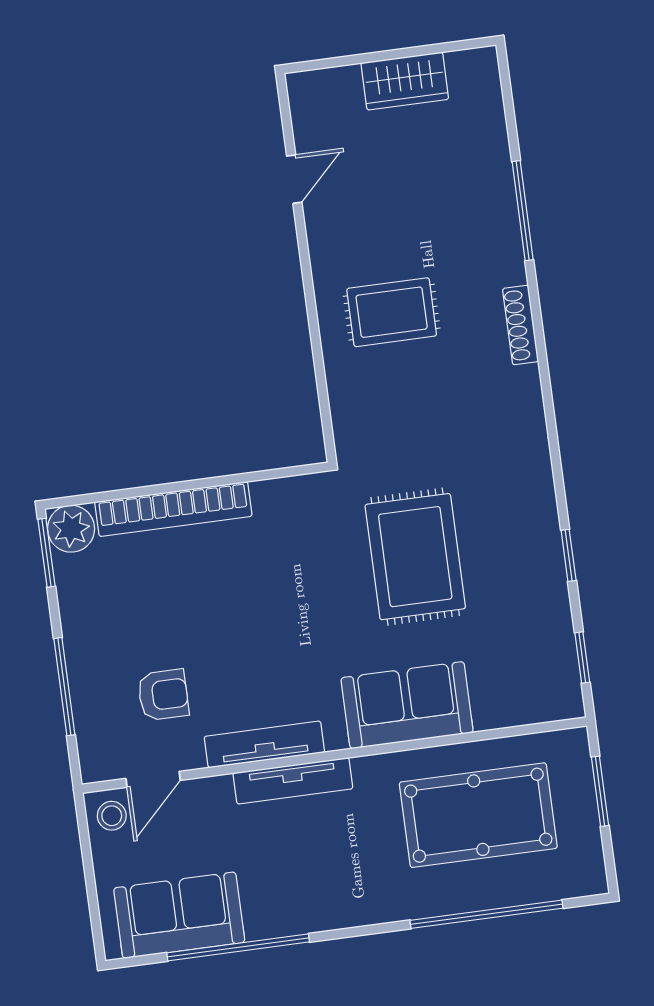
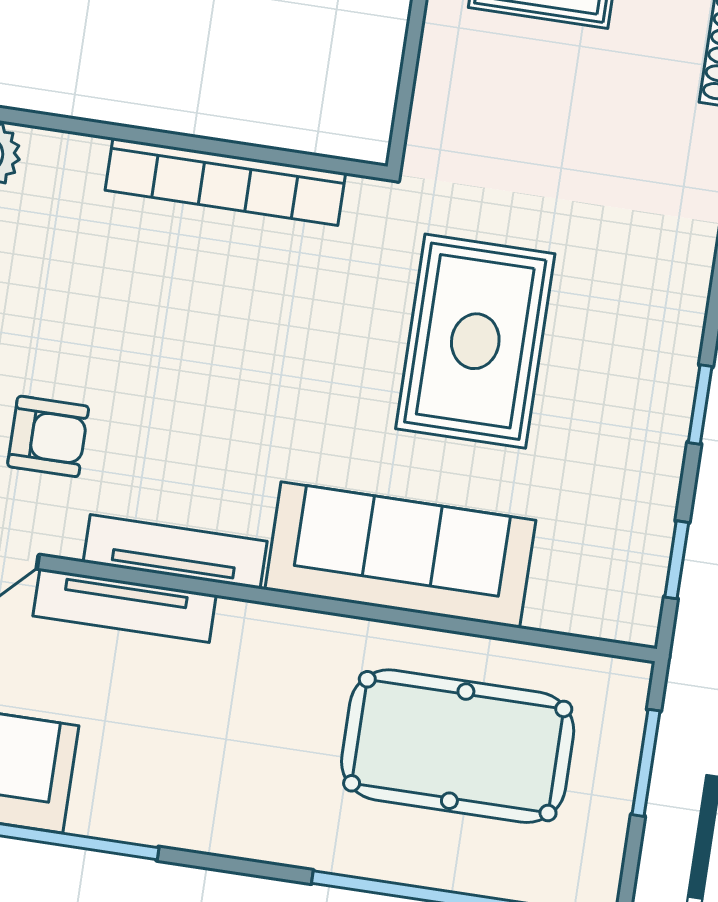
bookcase: (173, 509) -> (225, 182), moved
sofa: (407, 705) -> (400, 555), width x1.36
tv unit: (293, 781) -> (125, 605), moved

